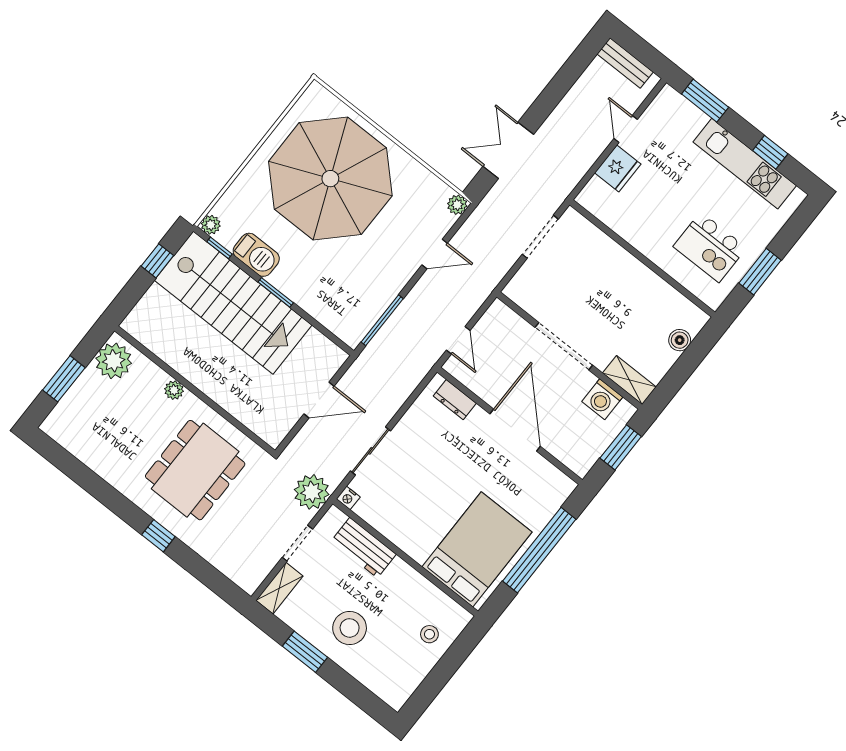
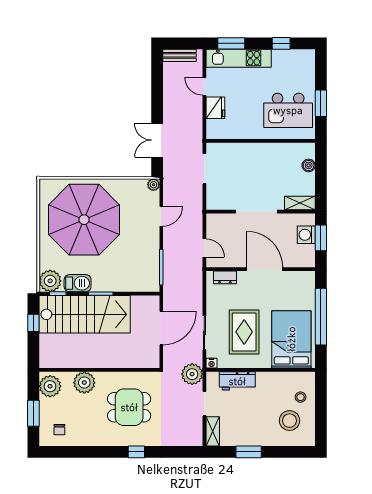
kitchen unit: (745, 164) -> (239, 58), moved
plant: (211, 225) -> (50, 281), width x1.88, depth x1.88
kitchen island: (710, 247) -> (288, 110), width x1.37, depth x1.28
plant: (174, 390) -> (84, 383), width x1.88, depth x1.88
washing machine: (602, 399) -> (306, 235), moved, turned 90
door: (319, 400) -> (161, 328), width x1.36
chair: (81, 427) -> (59, 430), added
dining table: (195, 470) -> (129, 407), width x0.73
rug: (423, 491) -> (244, 332), added
stool: (350, 628) -> (290, 421), moved

